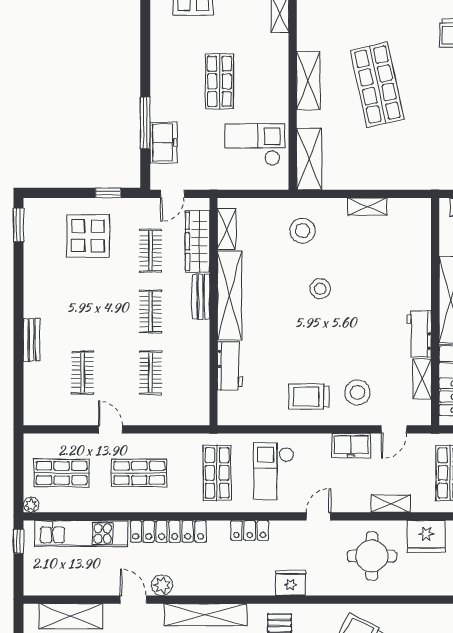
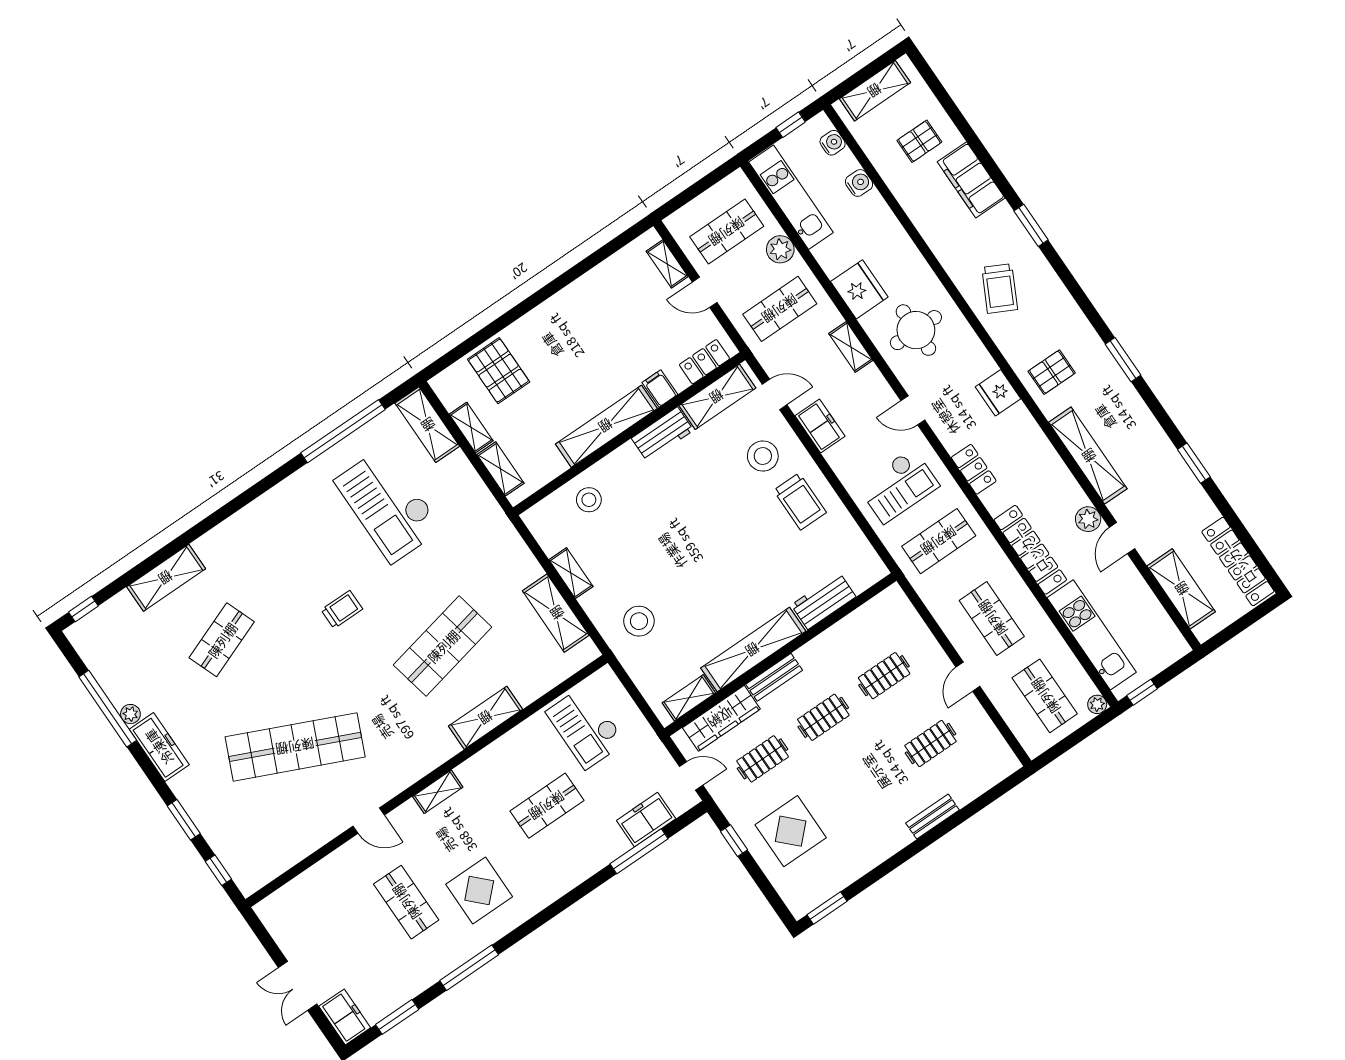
shelving: (309, 159) -> (556, 613), moved, turned 90
stool: (320, 289) -> (589, 500), moved
shelving: (422, 379) -> (717, 397), width x1.50, depth x1.33

